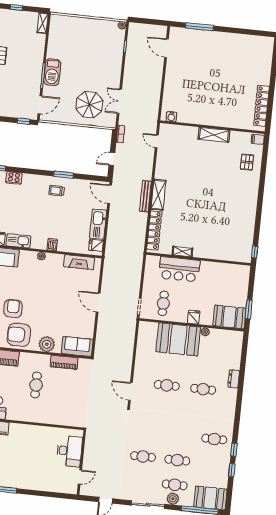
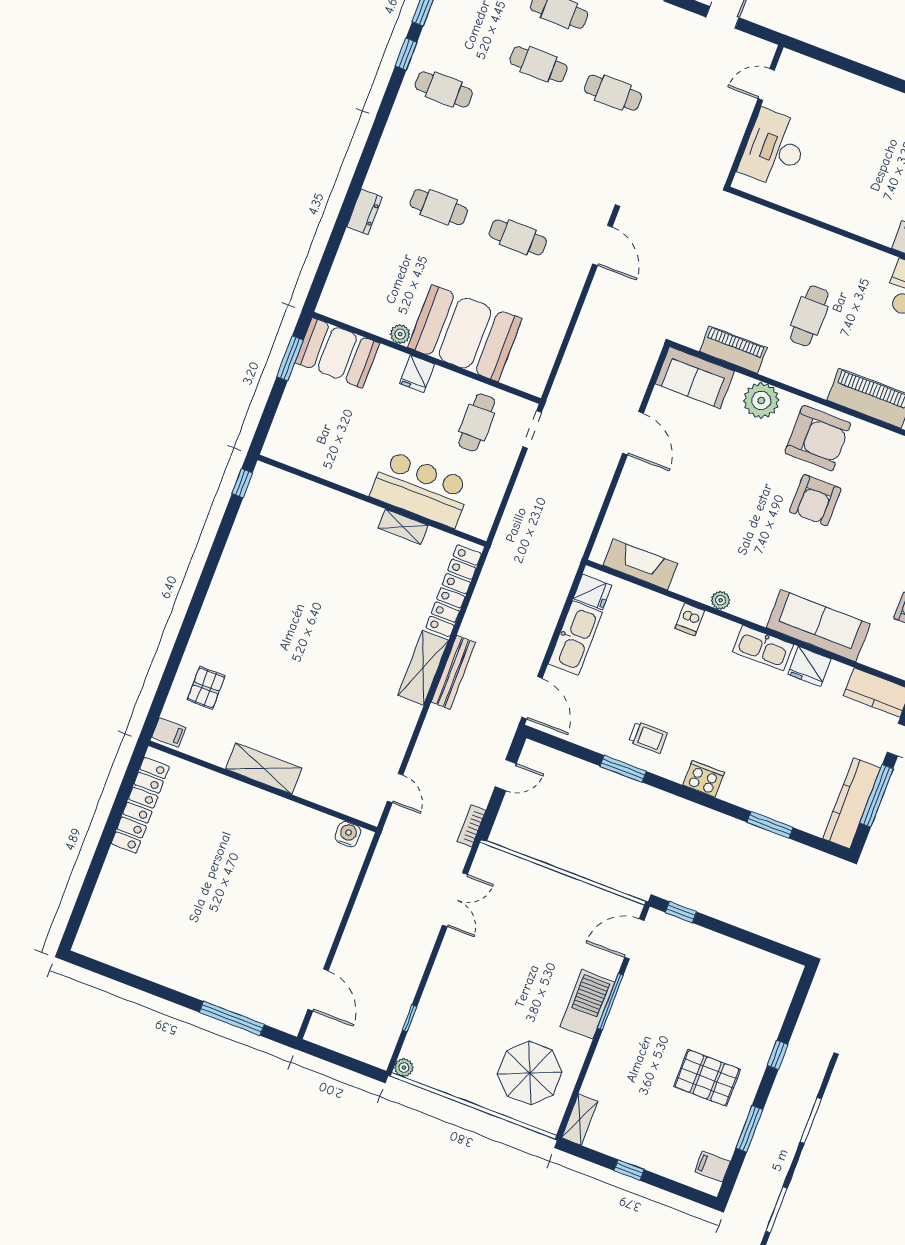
parasol: (89, 105) -> (530, 1073), moved
cooker: (14, 178) -> (704, 779), moved
door: (98, 303) -> (633, 433), moved

